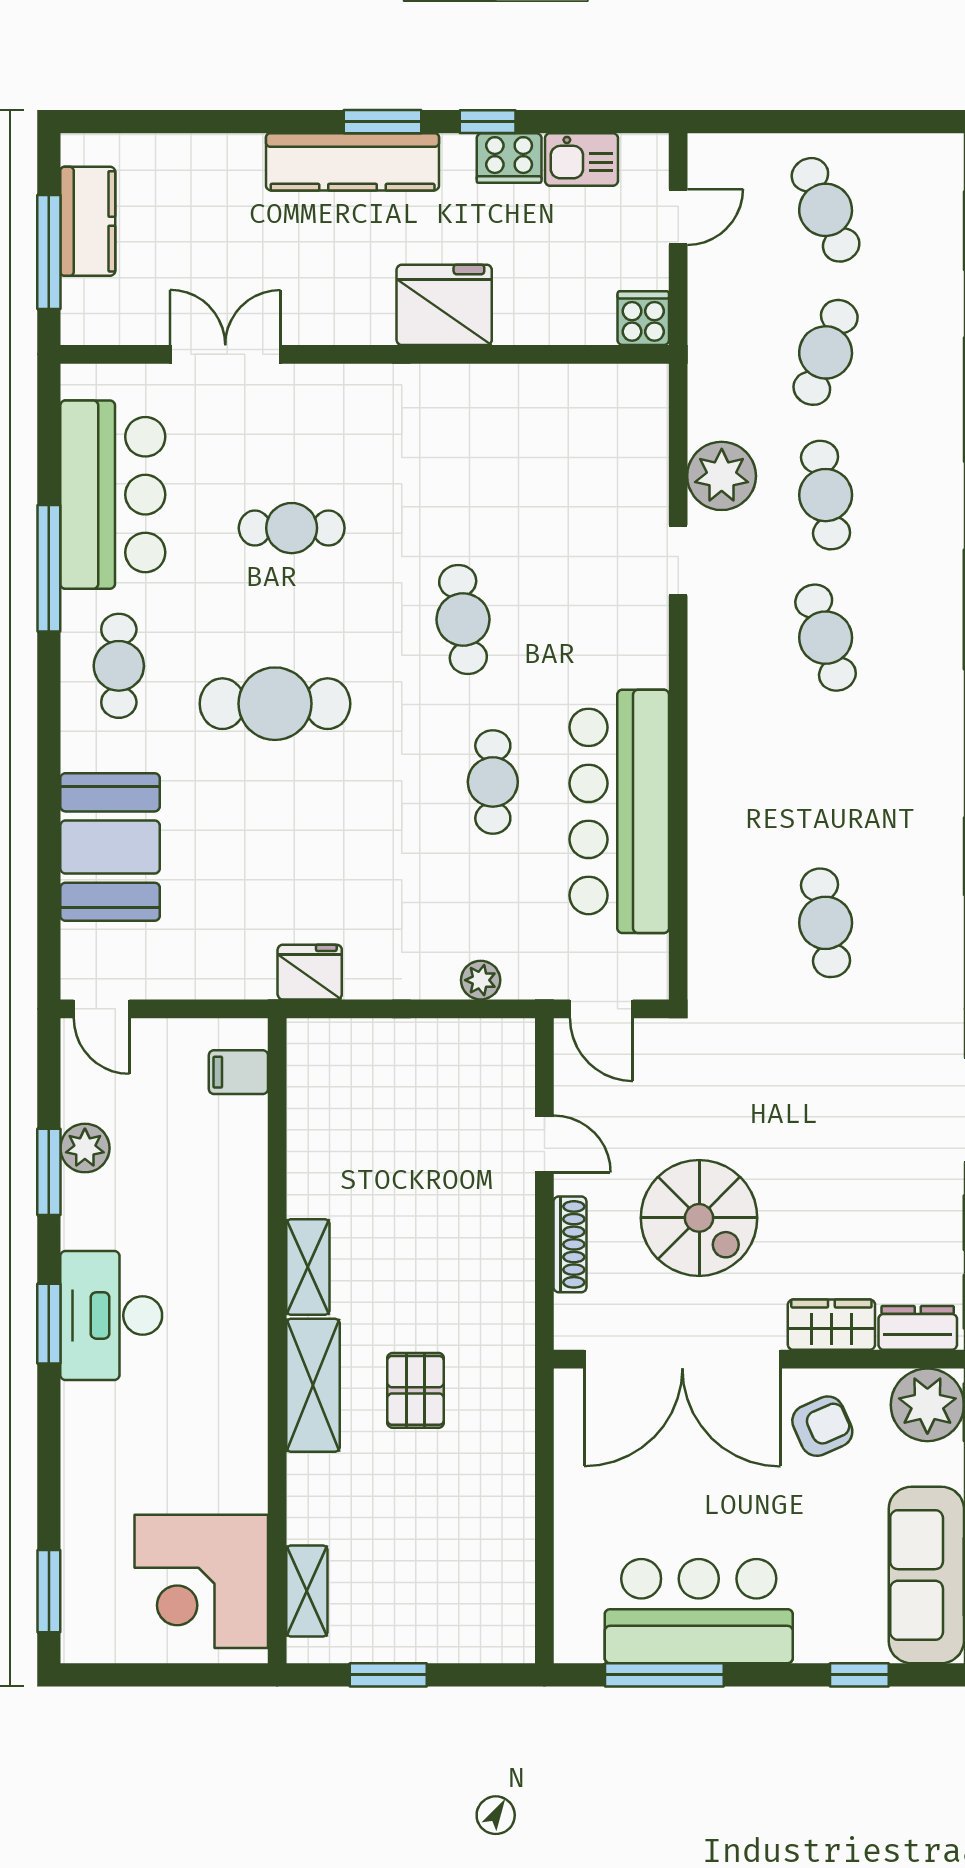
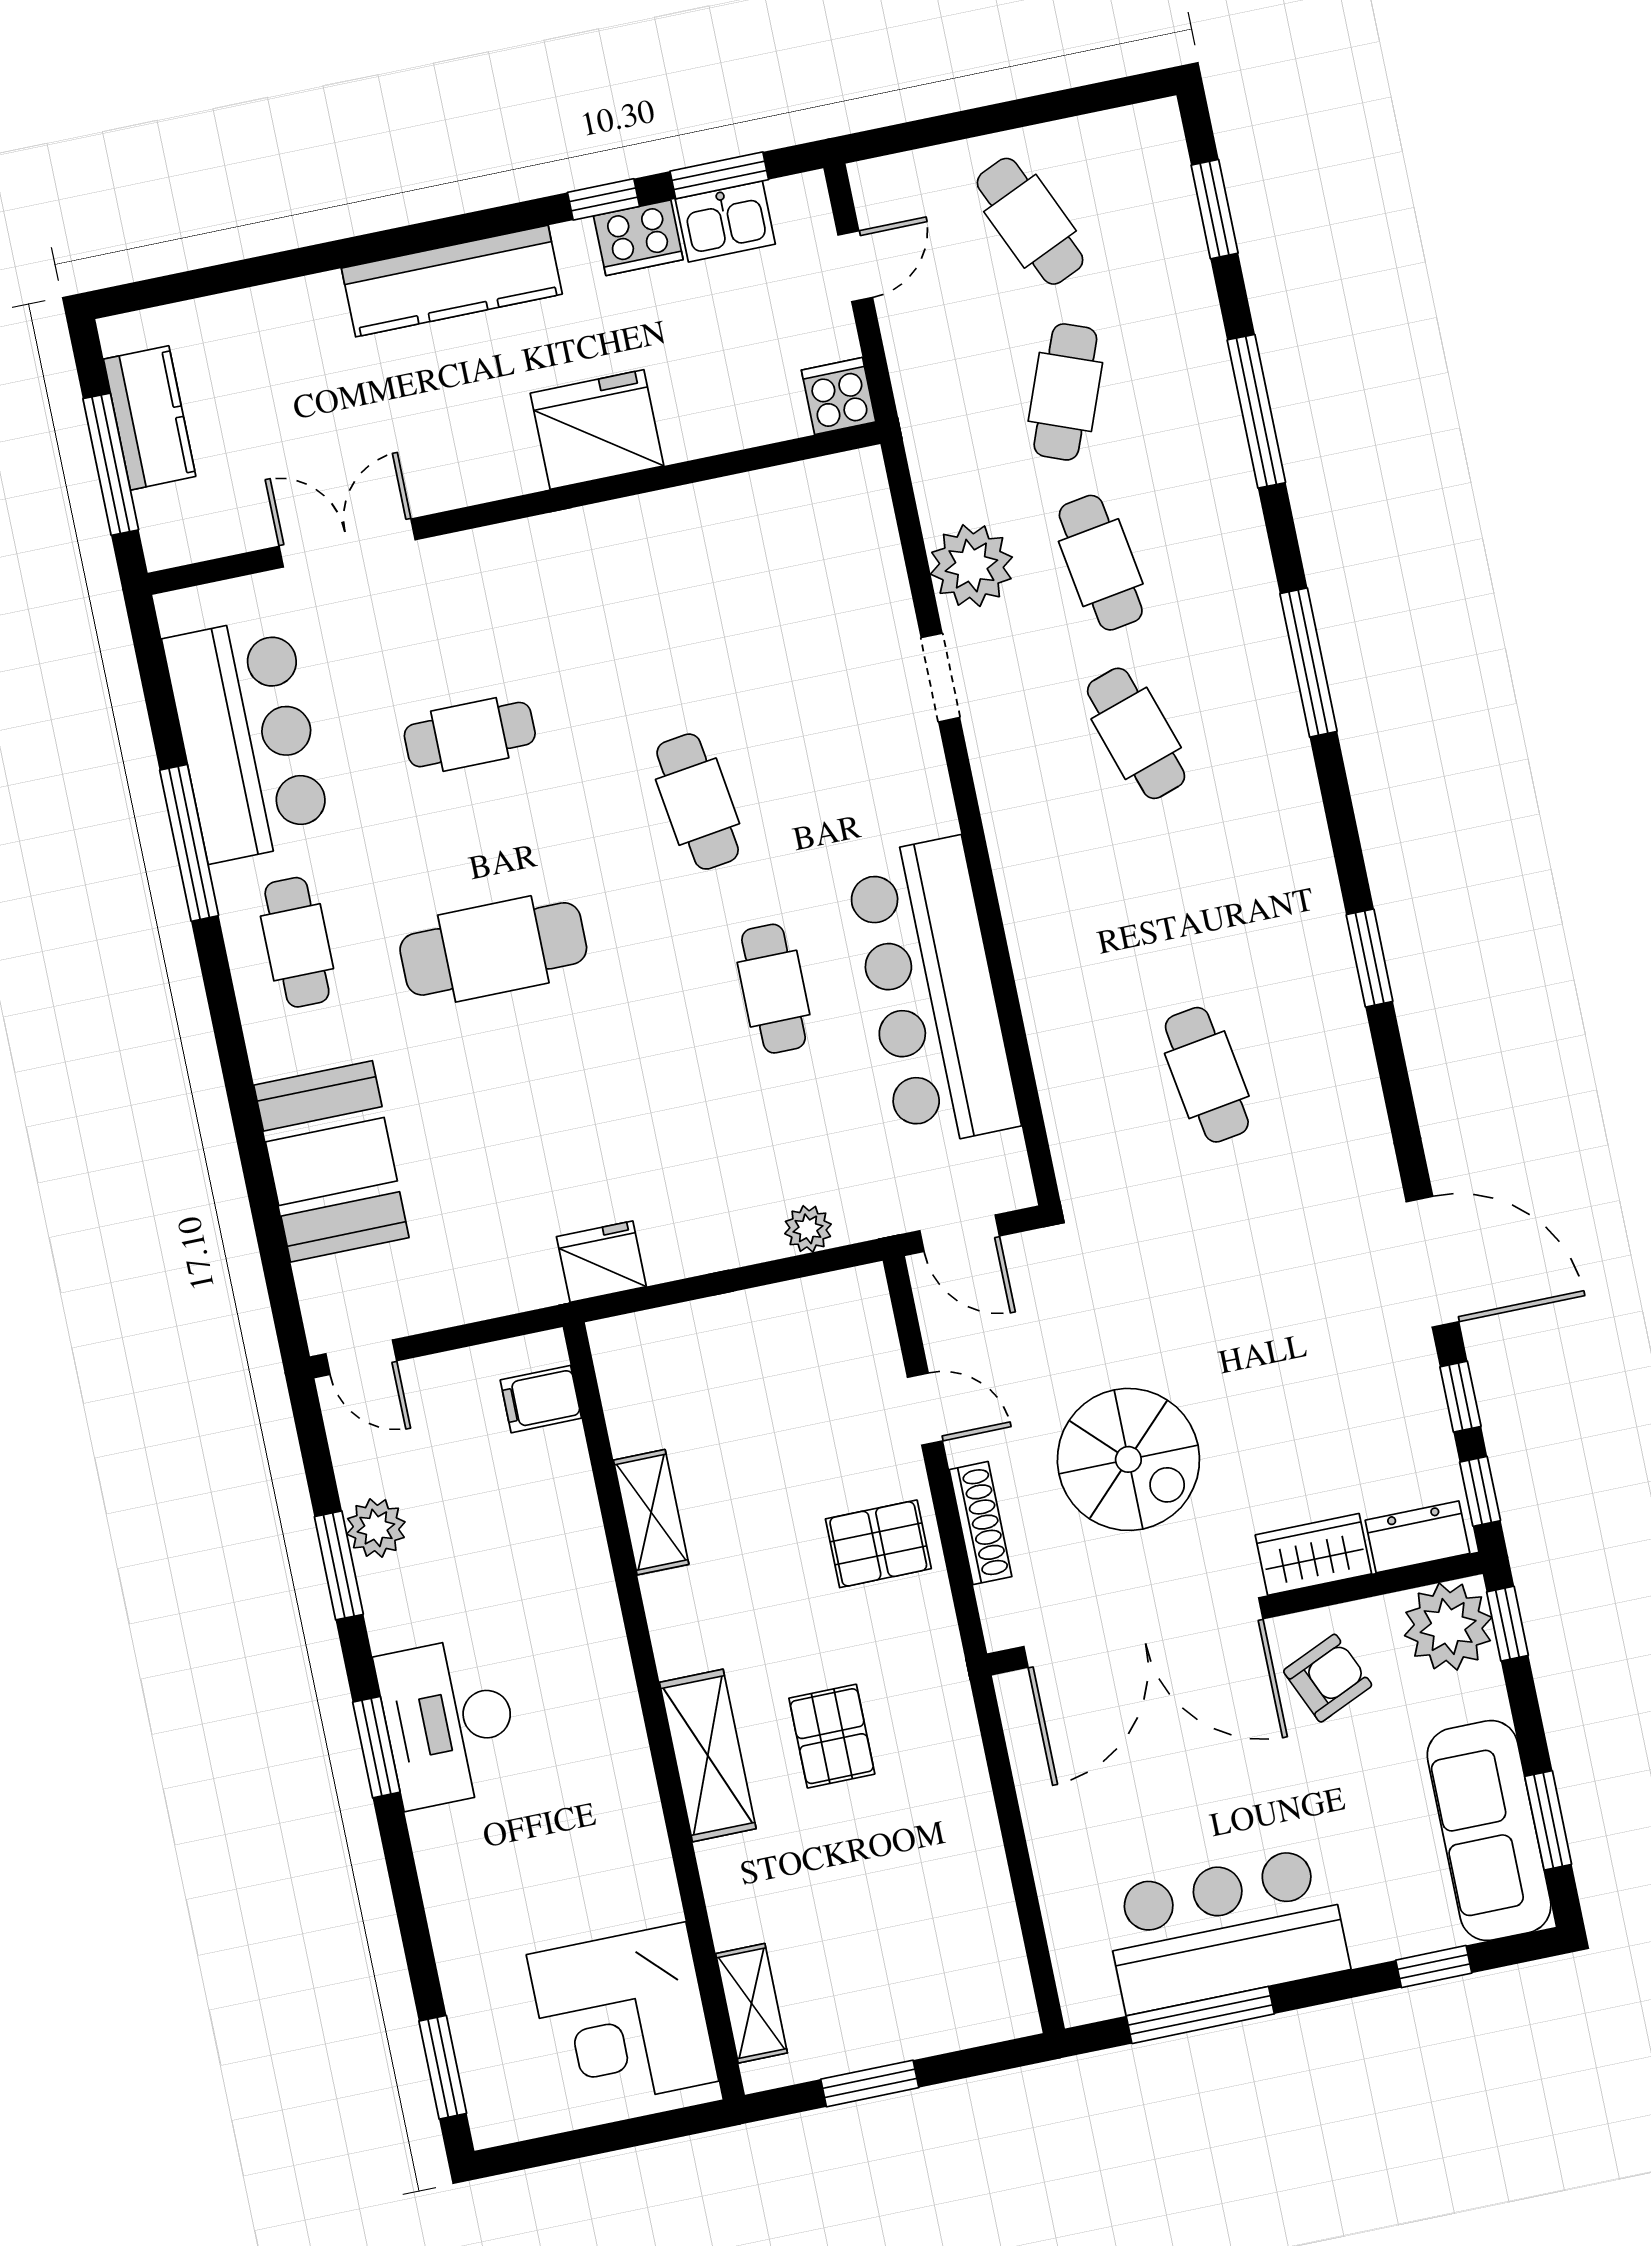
window: (383, 122) -> (719, 175), moved
pallet: (485, 1244) -> (878, 1544), added
shelving: (308, 1267) -> (651, 1512), moved

